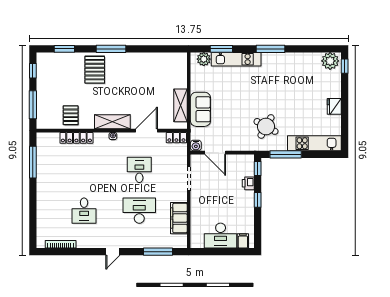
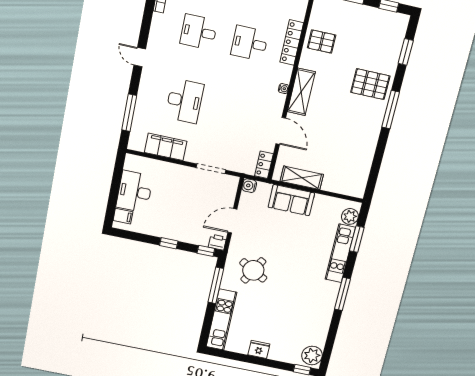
door: (215, 153) -> (232, 221), moved
desk: (139, 170) -> (250, 43), moved, turned 180
printer: (248, 183) -> (217, 242), moved

